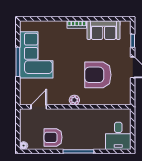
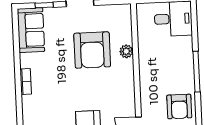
sofa: (104, 30) -> (31, 30), moved
plant: (74, 100) -> (126, 51), moved

